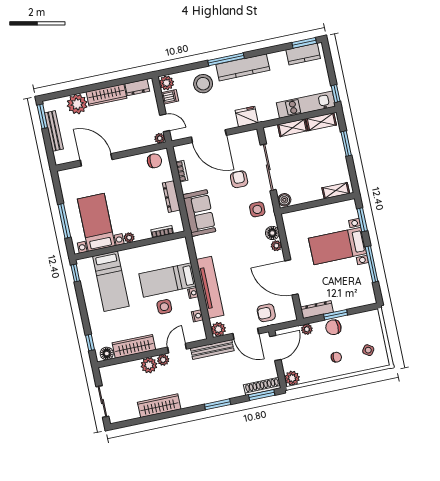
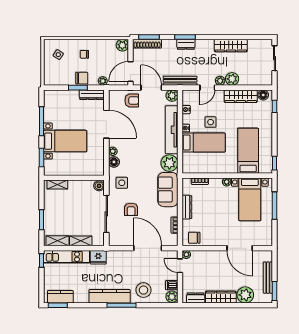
fridge: (247, 117) -> (98, 257), moved
plant: (204, 246) -> (169, 163), added
dresser: (214, 396) -> (186, 44), added

